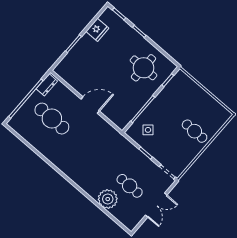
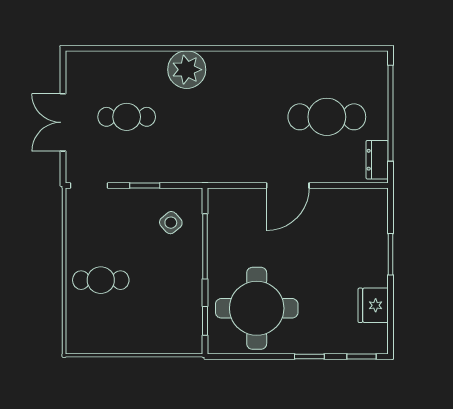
round table: (143, 68) -> (257, 308), width x1.36, depth x1.36
plant: (108, 199) -> (187, 70), moved

